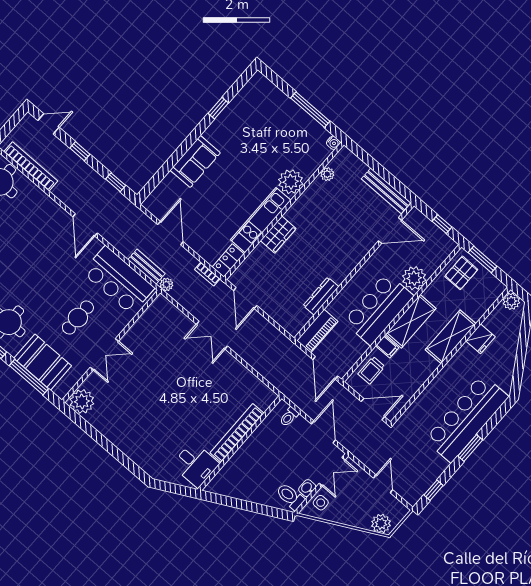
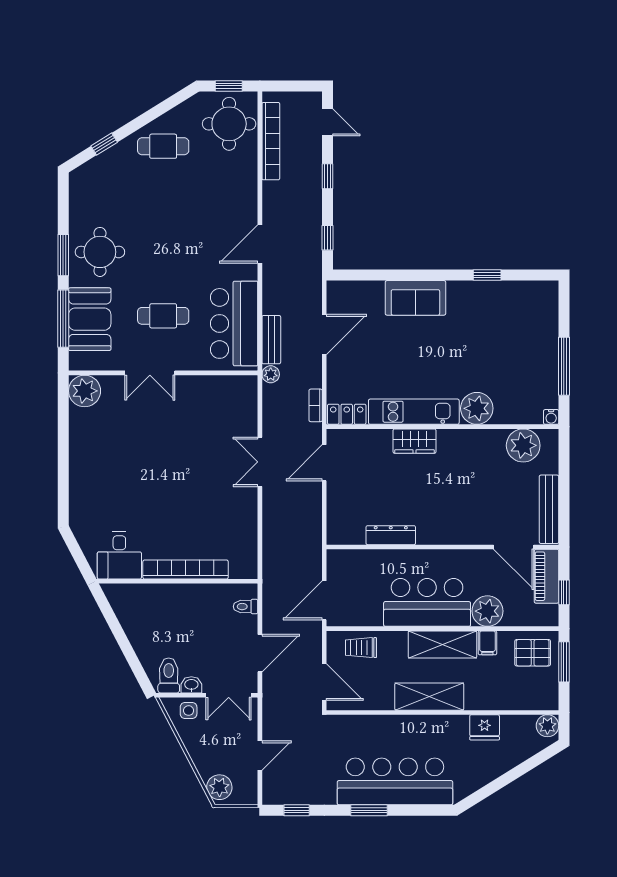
plant: (327, 174) -> (523, 445), width x1.88, depth x1.88
piano: (317, 331) -> (546, 576), moved, turned 90
shelving: (451, 337) -> (429, 697), moved
filing cabinet: (387, 347) -> (487, 643), moved

